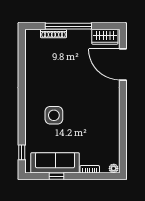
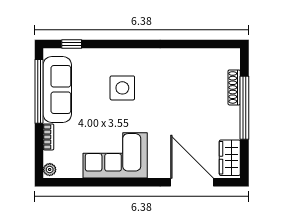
door: (123, 64) -> (192, 182), hinge flipped
corner sofa: (103, 121) -> (115, 155), added
window: (56, 176) -> (39, 91), width x3.17

